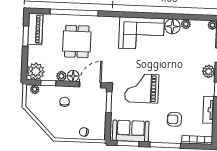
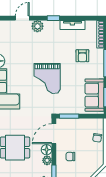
door: (90, 85) -> (54, 134), hinge flipped
grand piano: (142, 88) -> (47, 79), moved

